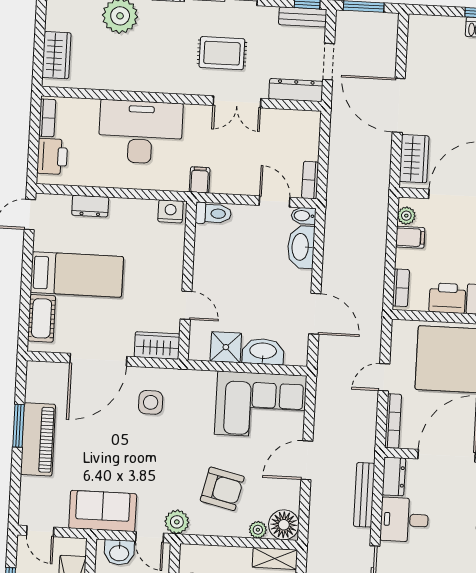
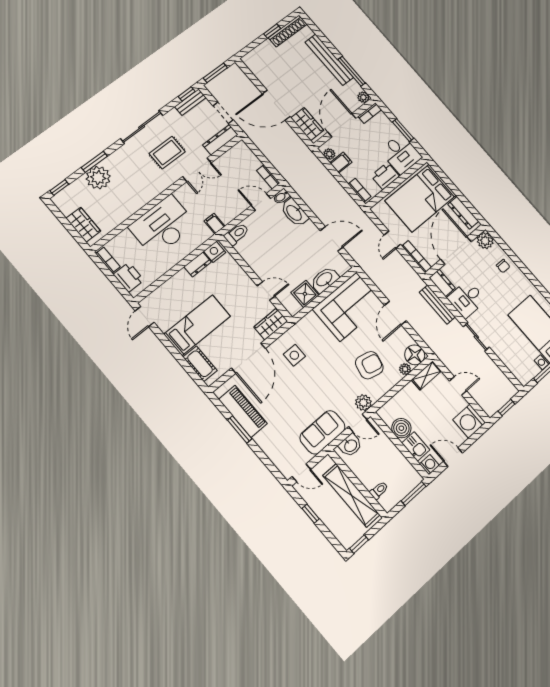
dresser: (90, 206) -> (198, 264), moved
piano: (38, 439) -> (243, 411), moved

